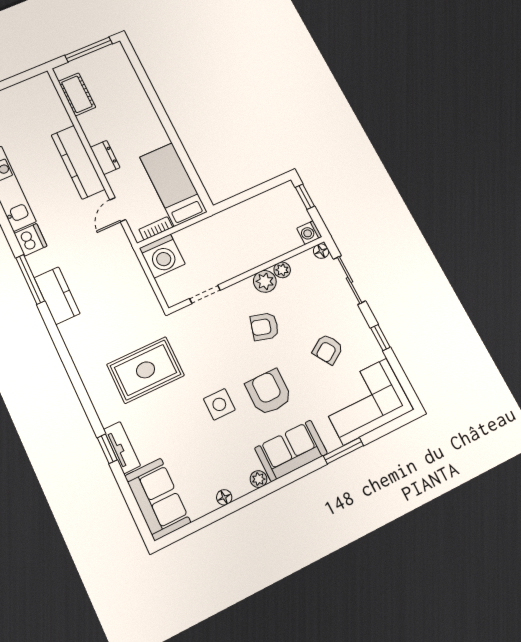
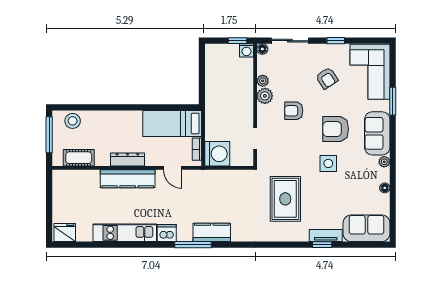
stool: (119, 69) -> (73, 121), added
dresser: (105, 157) -> (127, 159), width x1.44
window: (305, 197) -> (238, 41), moved
armchair: (265, 327) -> (294, 111), turned 74

